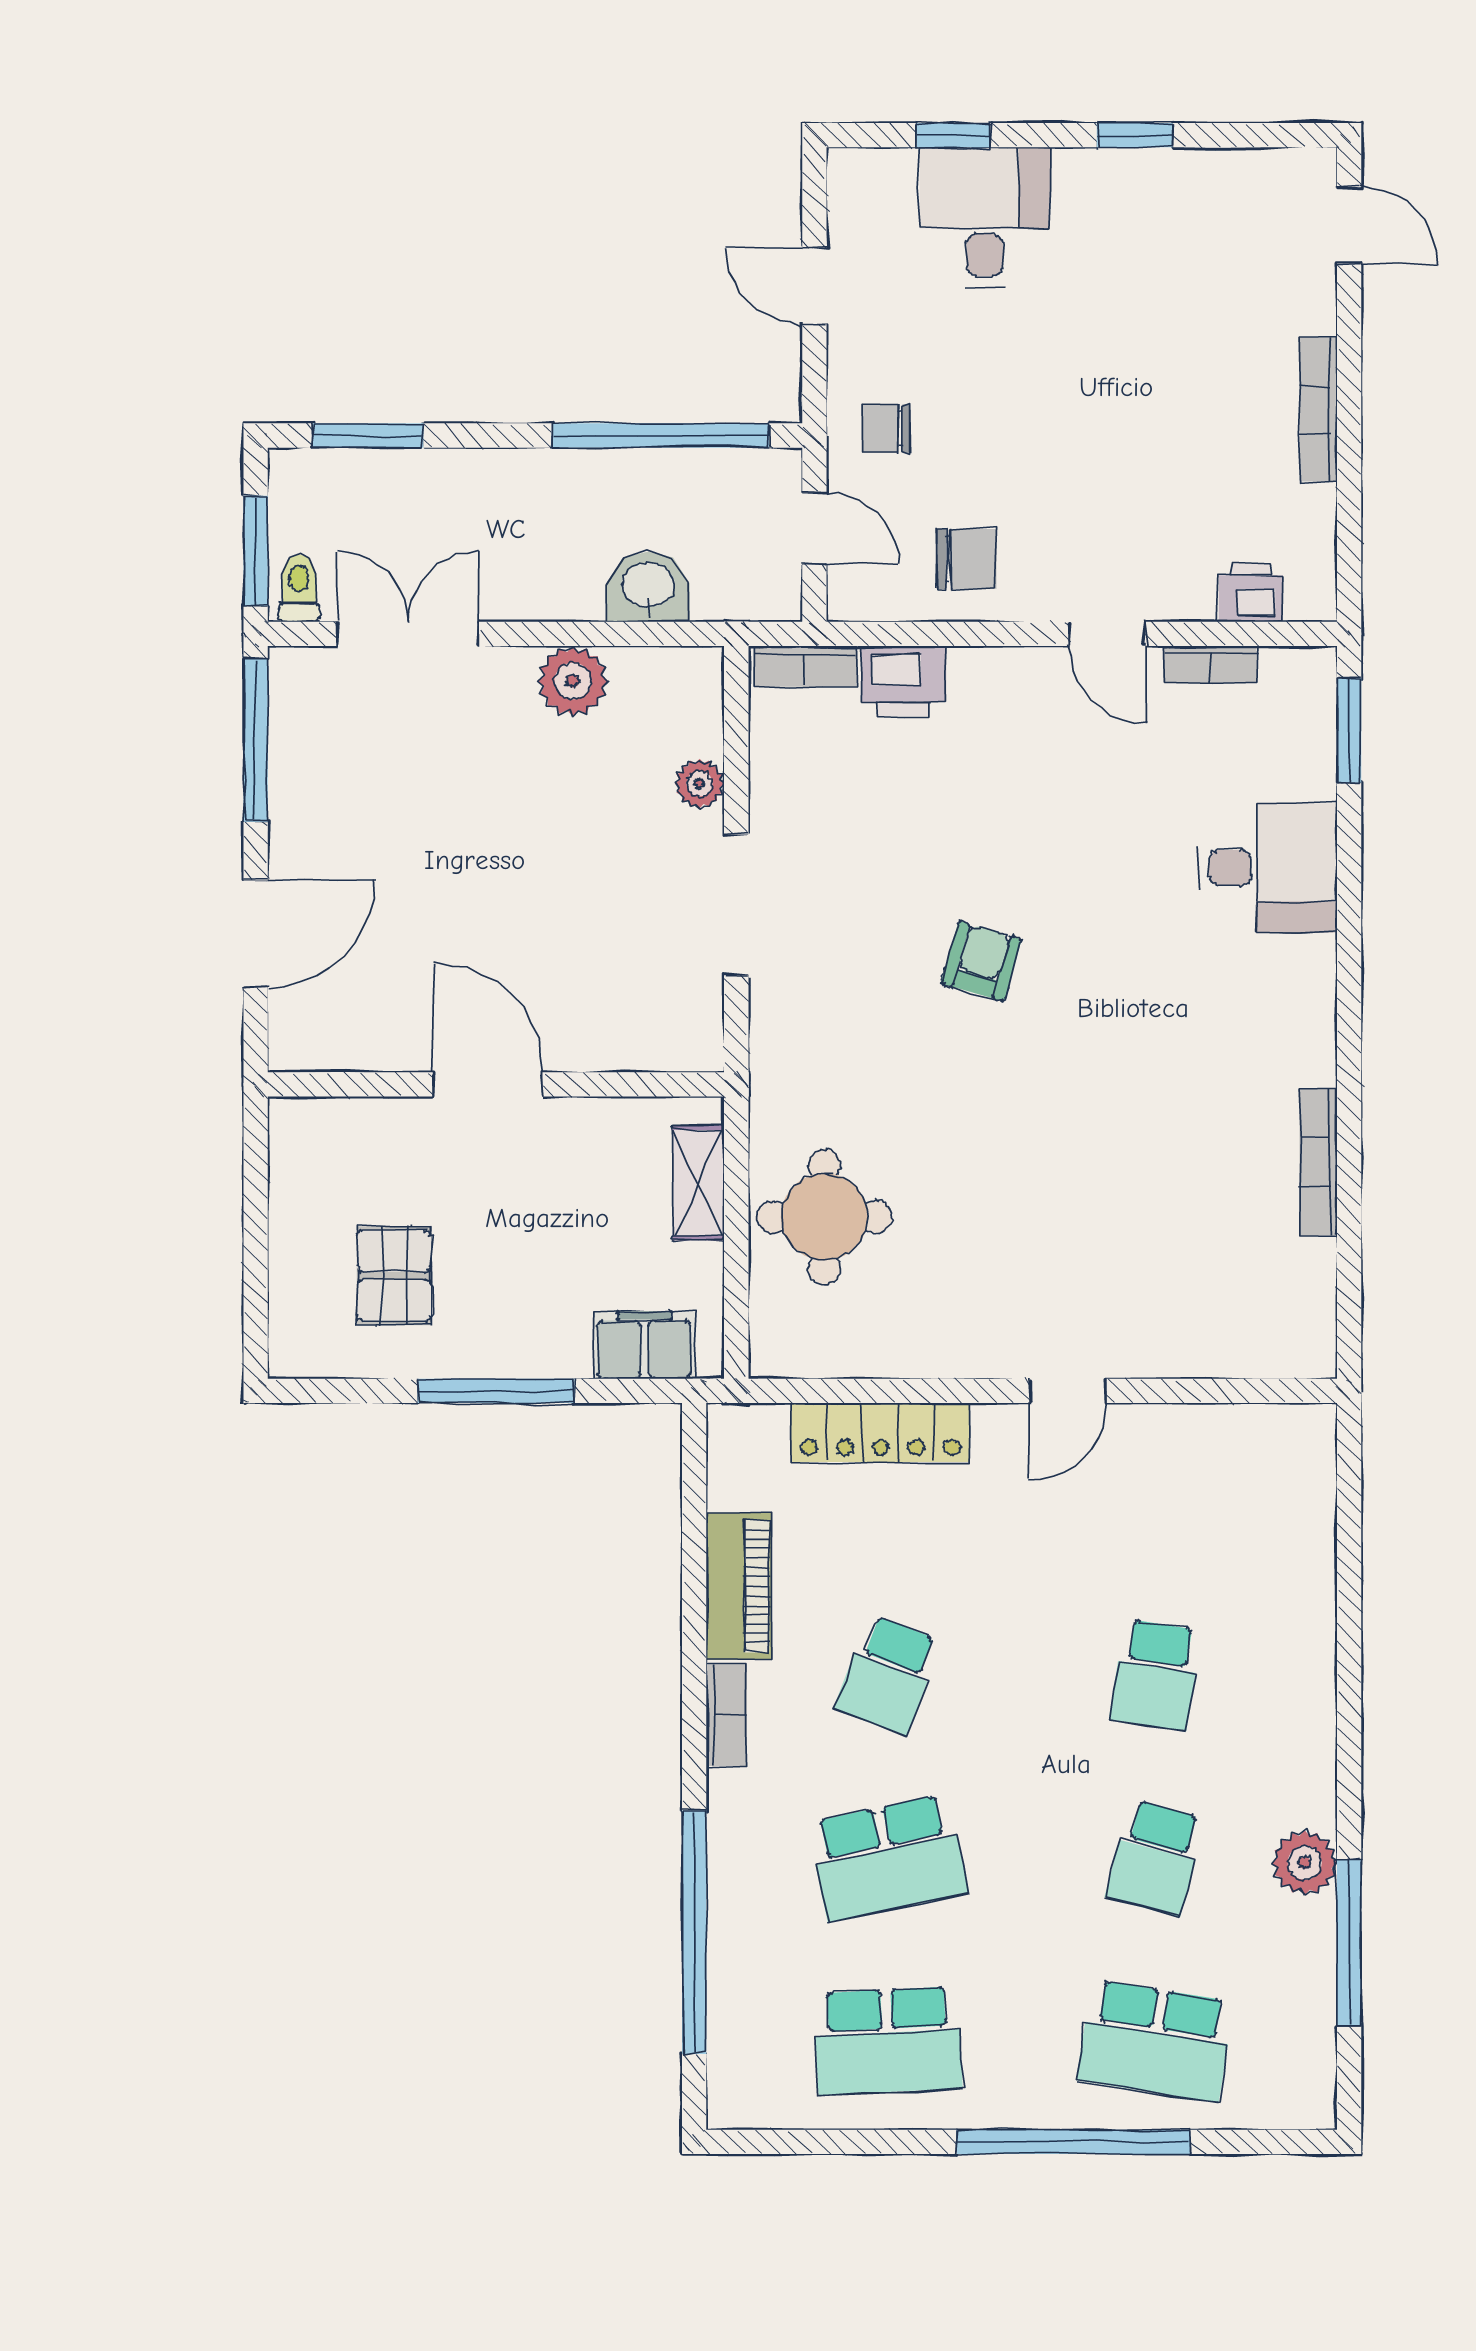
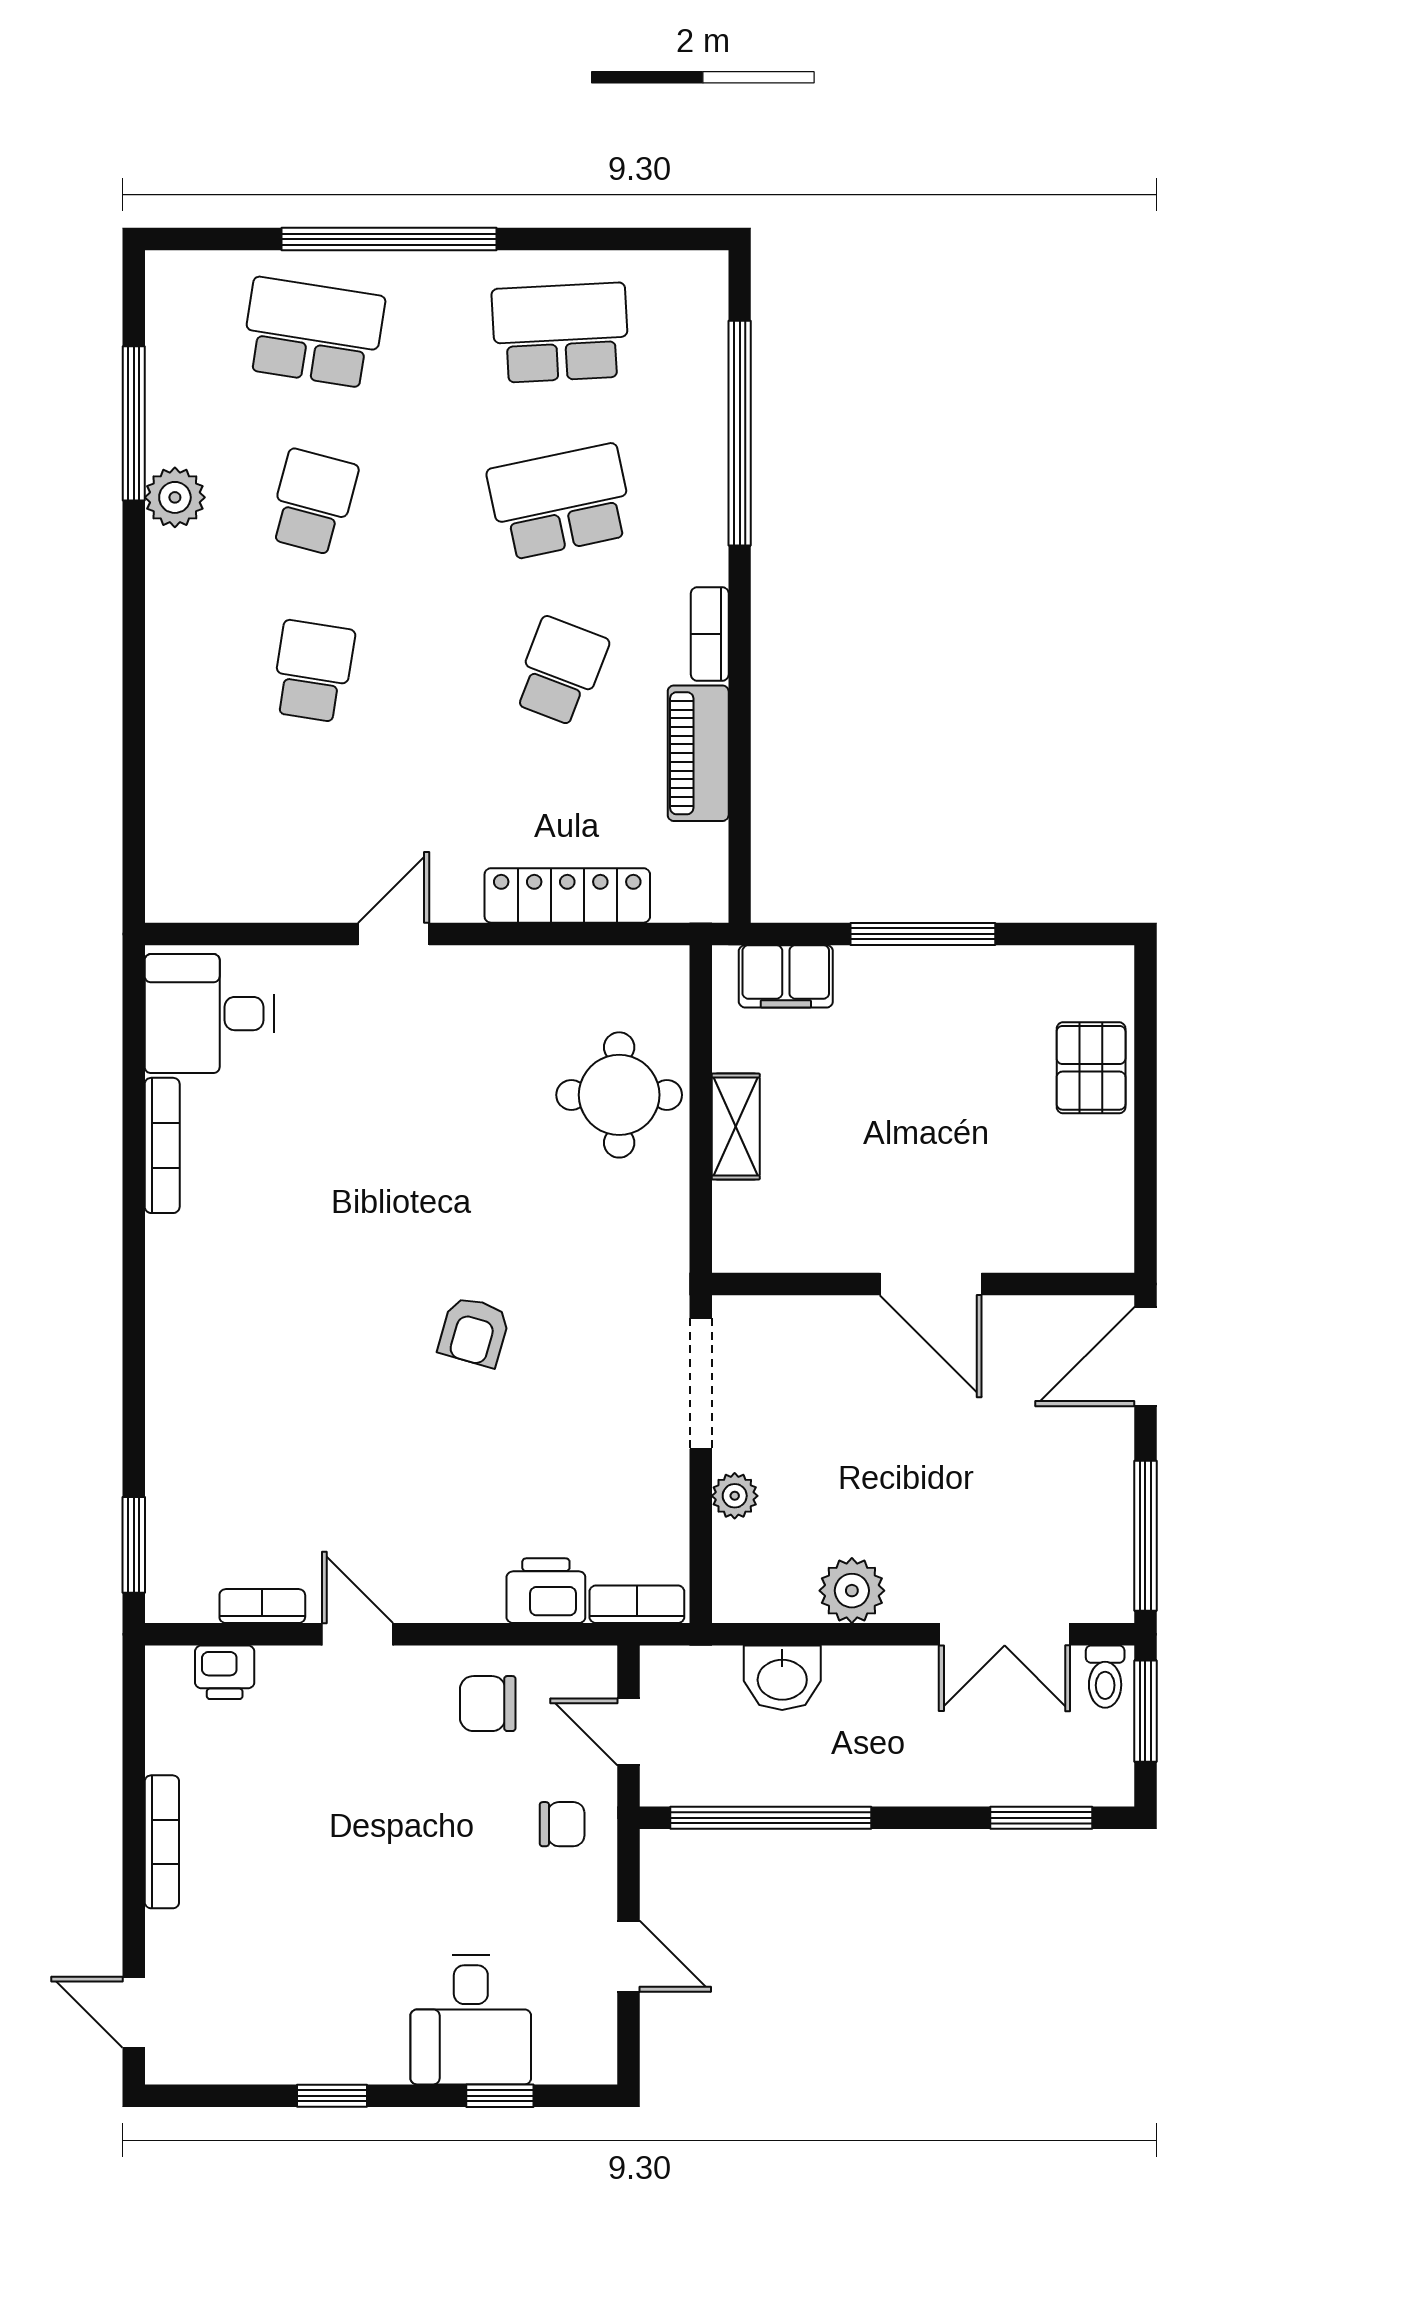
desk: (1268, 868) -> (209, 1014), moved
door: (488, 1084) -> (931, 1284), moved
wall: (496, 1084) -> (923, 1284), moved
pallet: (394, 1276) -> (1091, 1068), moved

